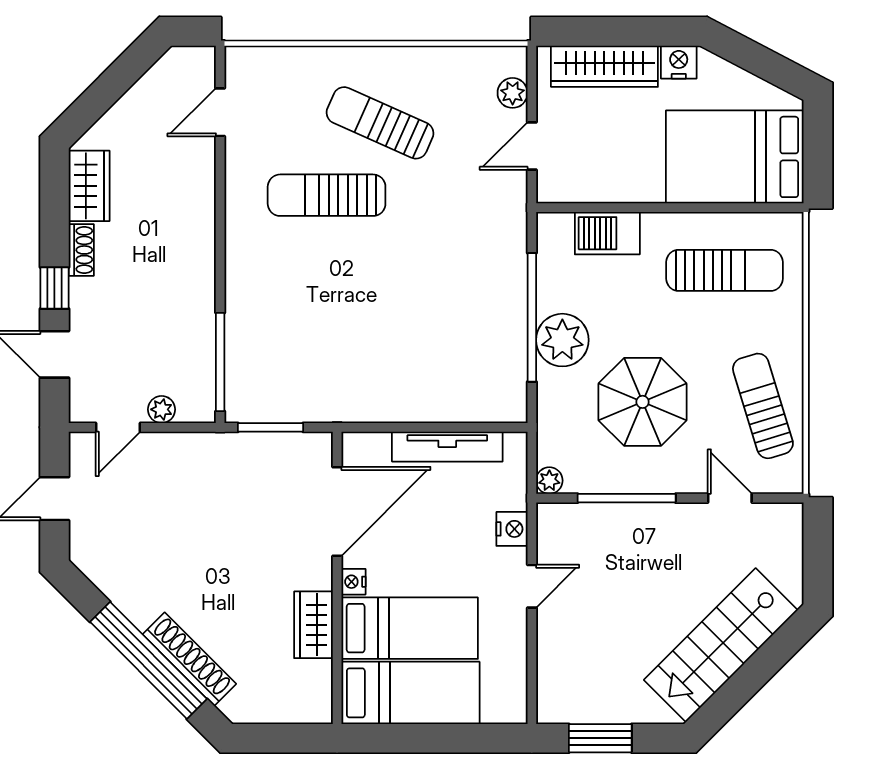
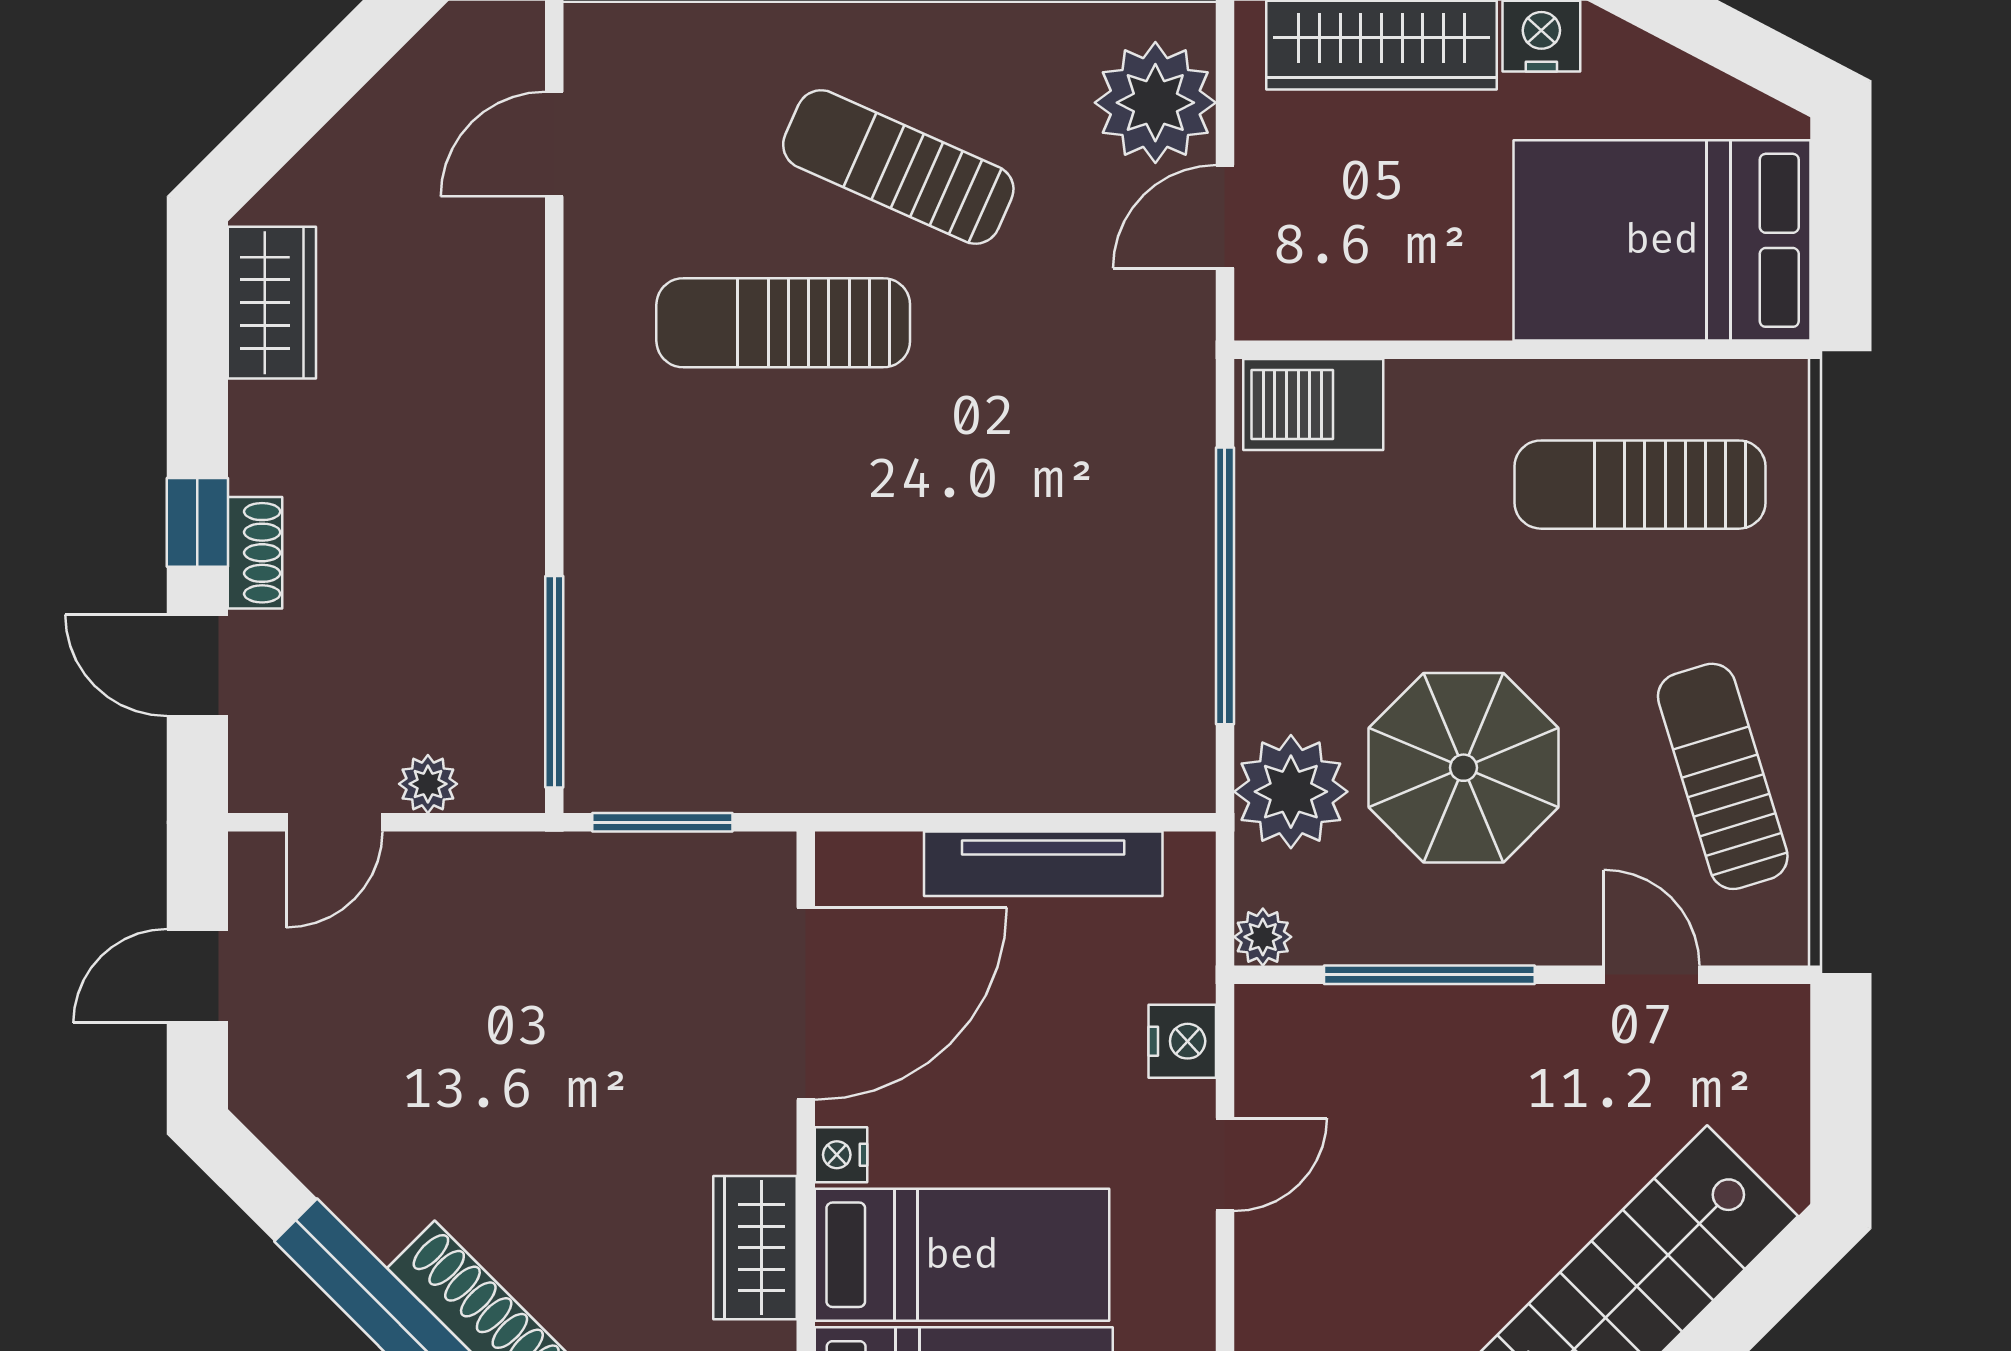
plant: (513, 93) -> (1155, 103), width x1.88, depth x1.88
barbecue: (607, 233) -> (1313, 404), moved
shoe rack: (81, 250) -> (255, 553), moved
sun lounger: (725, 270) -> (1640, 485), turned 180
plant: (562, 340) -> (1291, 792), moved

